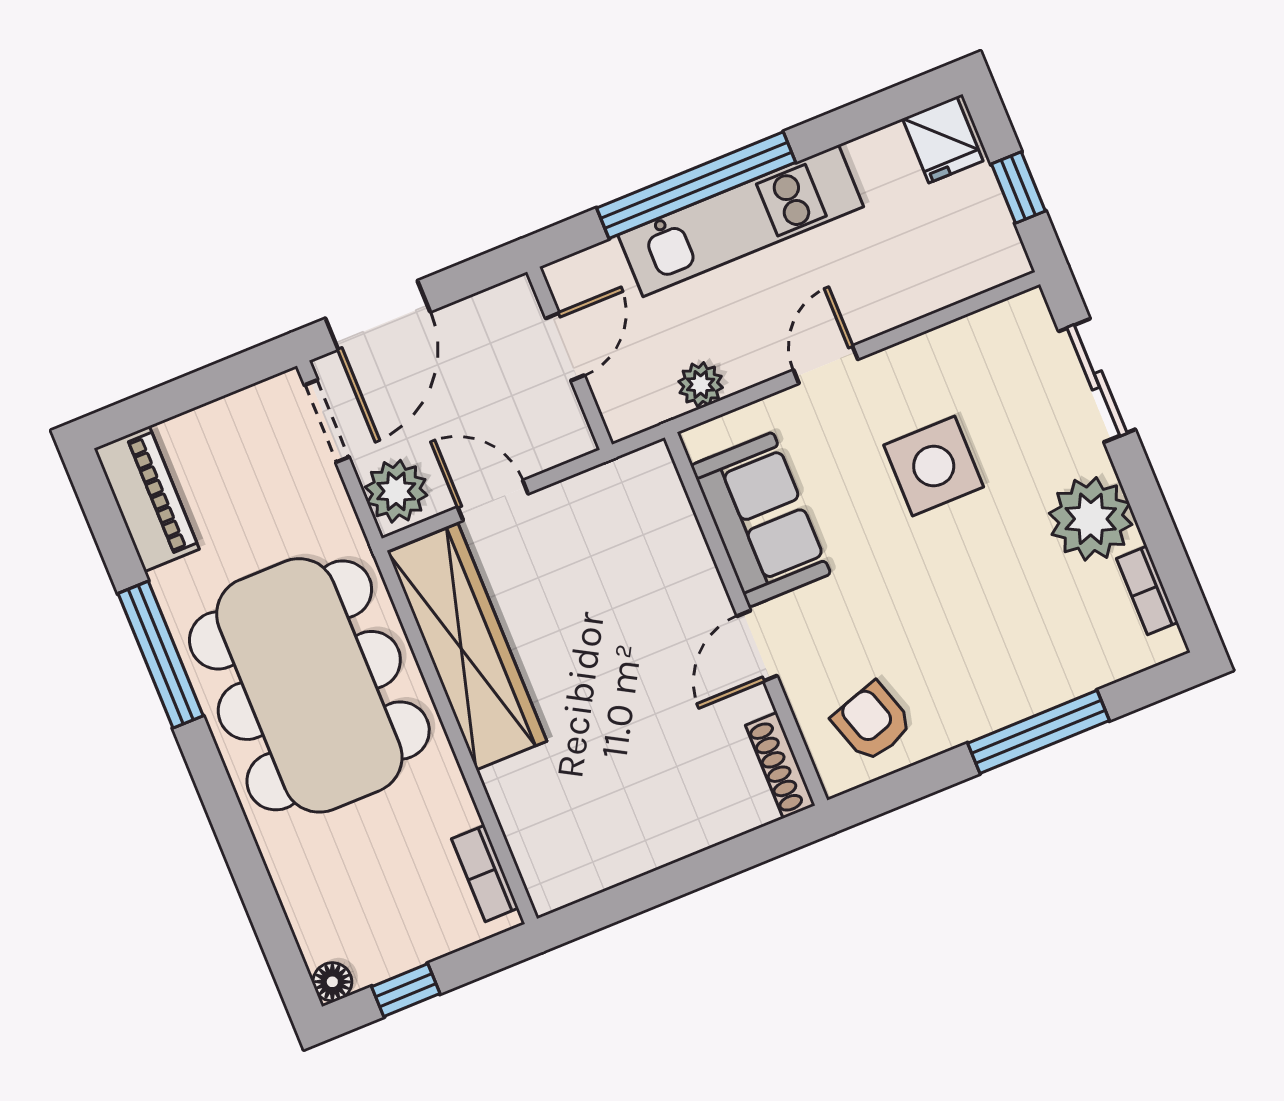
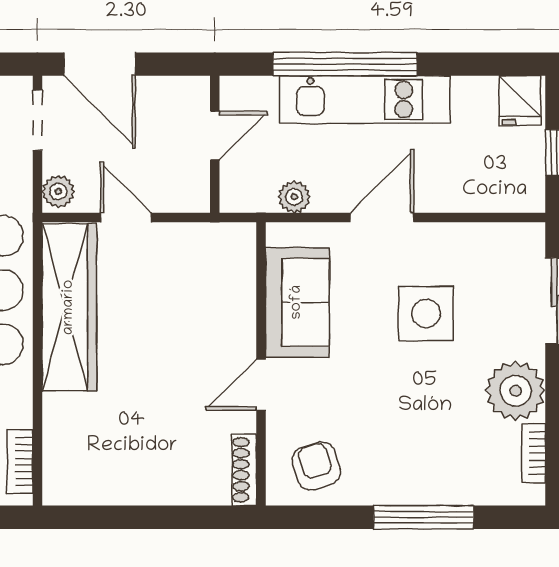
door: (378, 315) -> (100, 64), hinge flipped
door: (826, 365) -> (382, 217), width x1.38
plant: (396, 491) -> (58, 191), width x0.73, depth x0.73

